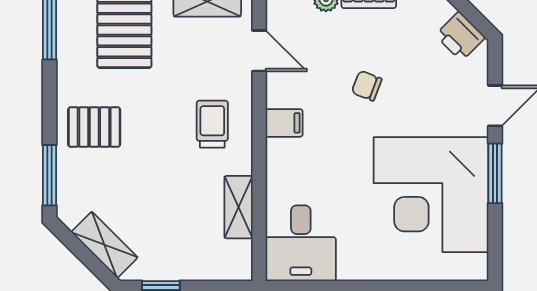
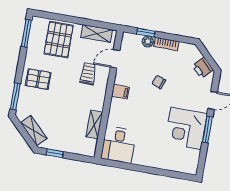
door: (259, 51) -> (115, 59), swing flipped
trolley: (212, 124) -> (88, 74), moved
corner desk: (431, 195) -> (186, 128), width x0.74, depth x0.74

